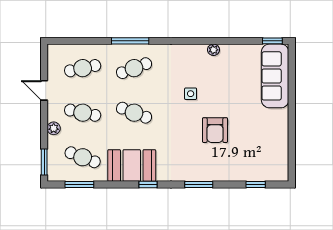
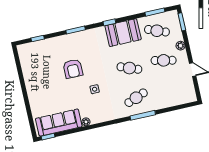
cafe table: (83, 68) -> (170, 90), removed
sofa: (275, 76) -> (59, 123), moved, turned -90
armchair: (215, 130) -> (73, 69), turned 180

